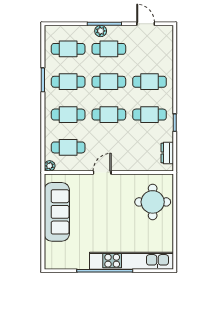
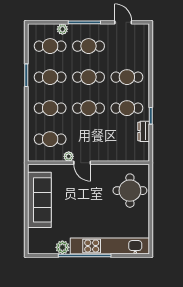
plant: (101, 31) -> (62, 29), moved
dresser: (167, 153) -> (144, 131), moved
plant: (50, 166) -> (69, 156), moved
door: (102, 173) -> (82, 163), swing flipped
plant: (81, 262) -> (62, 247), added

